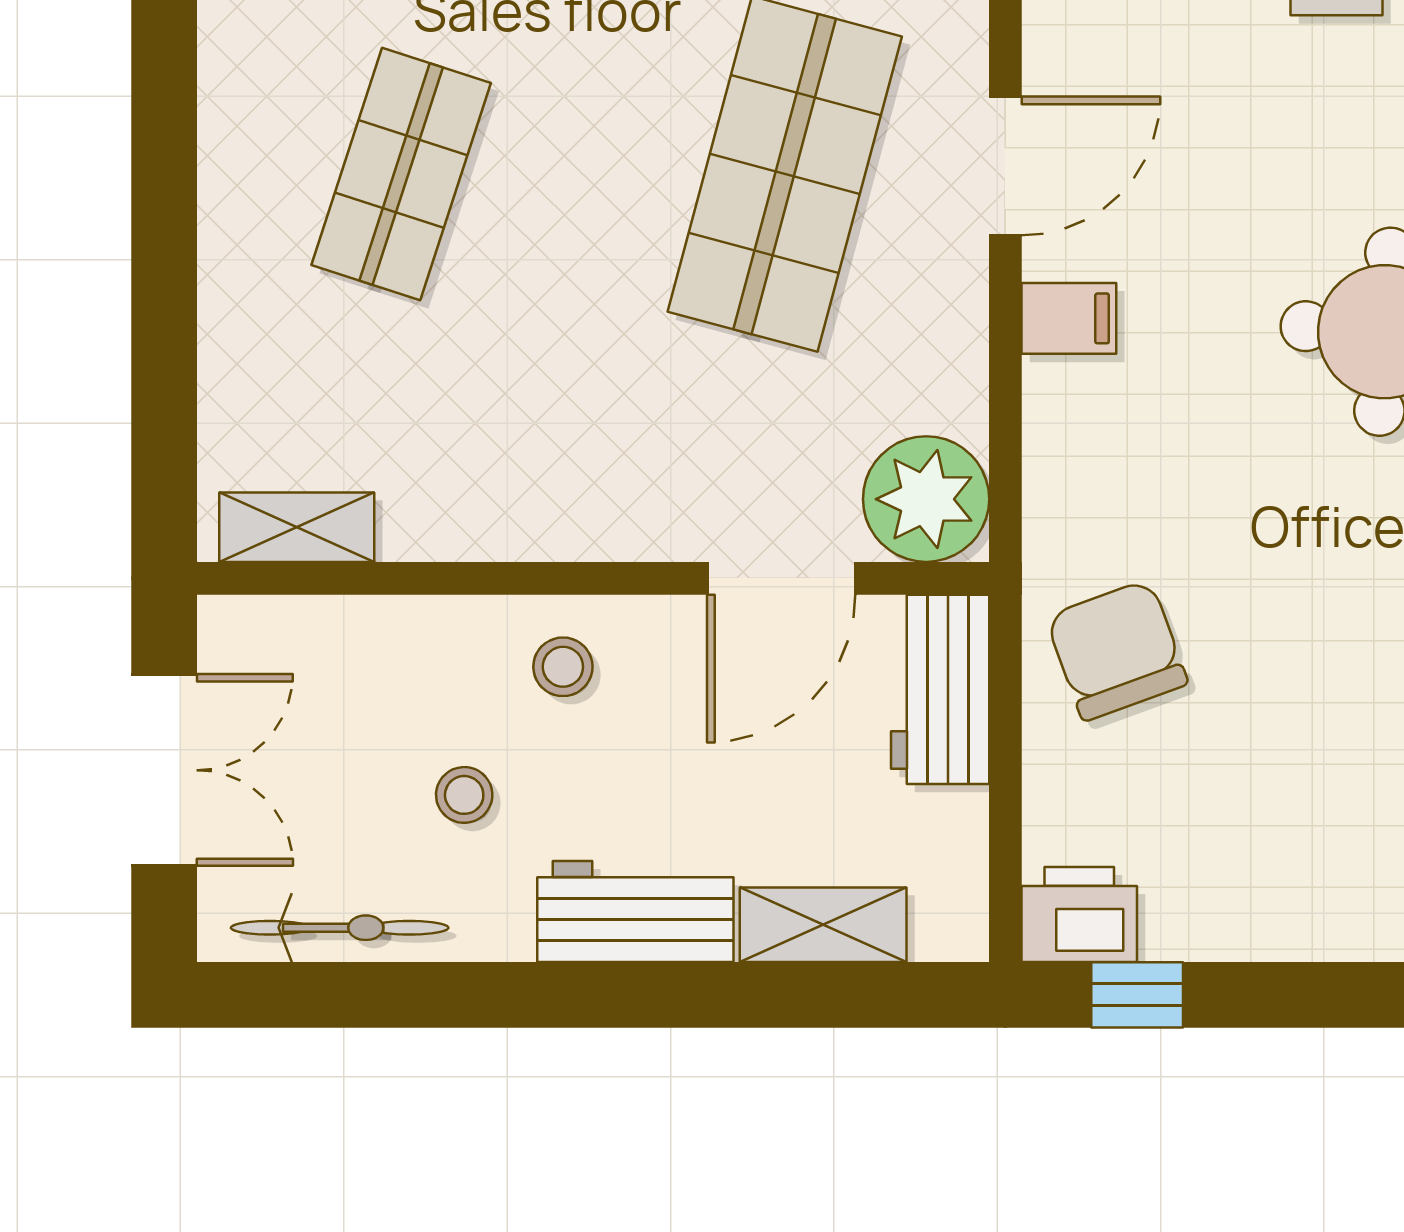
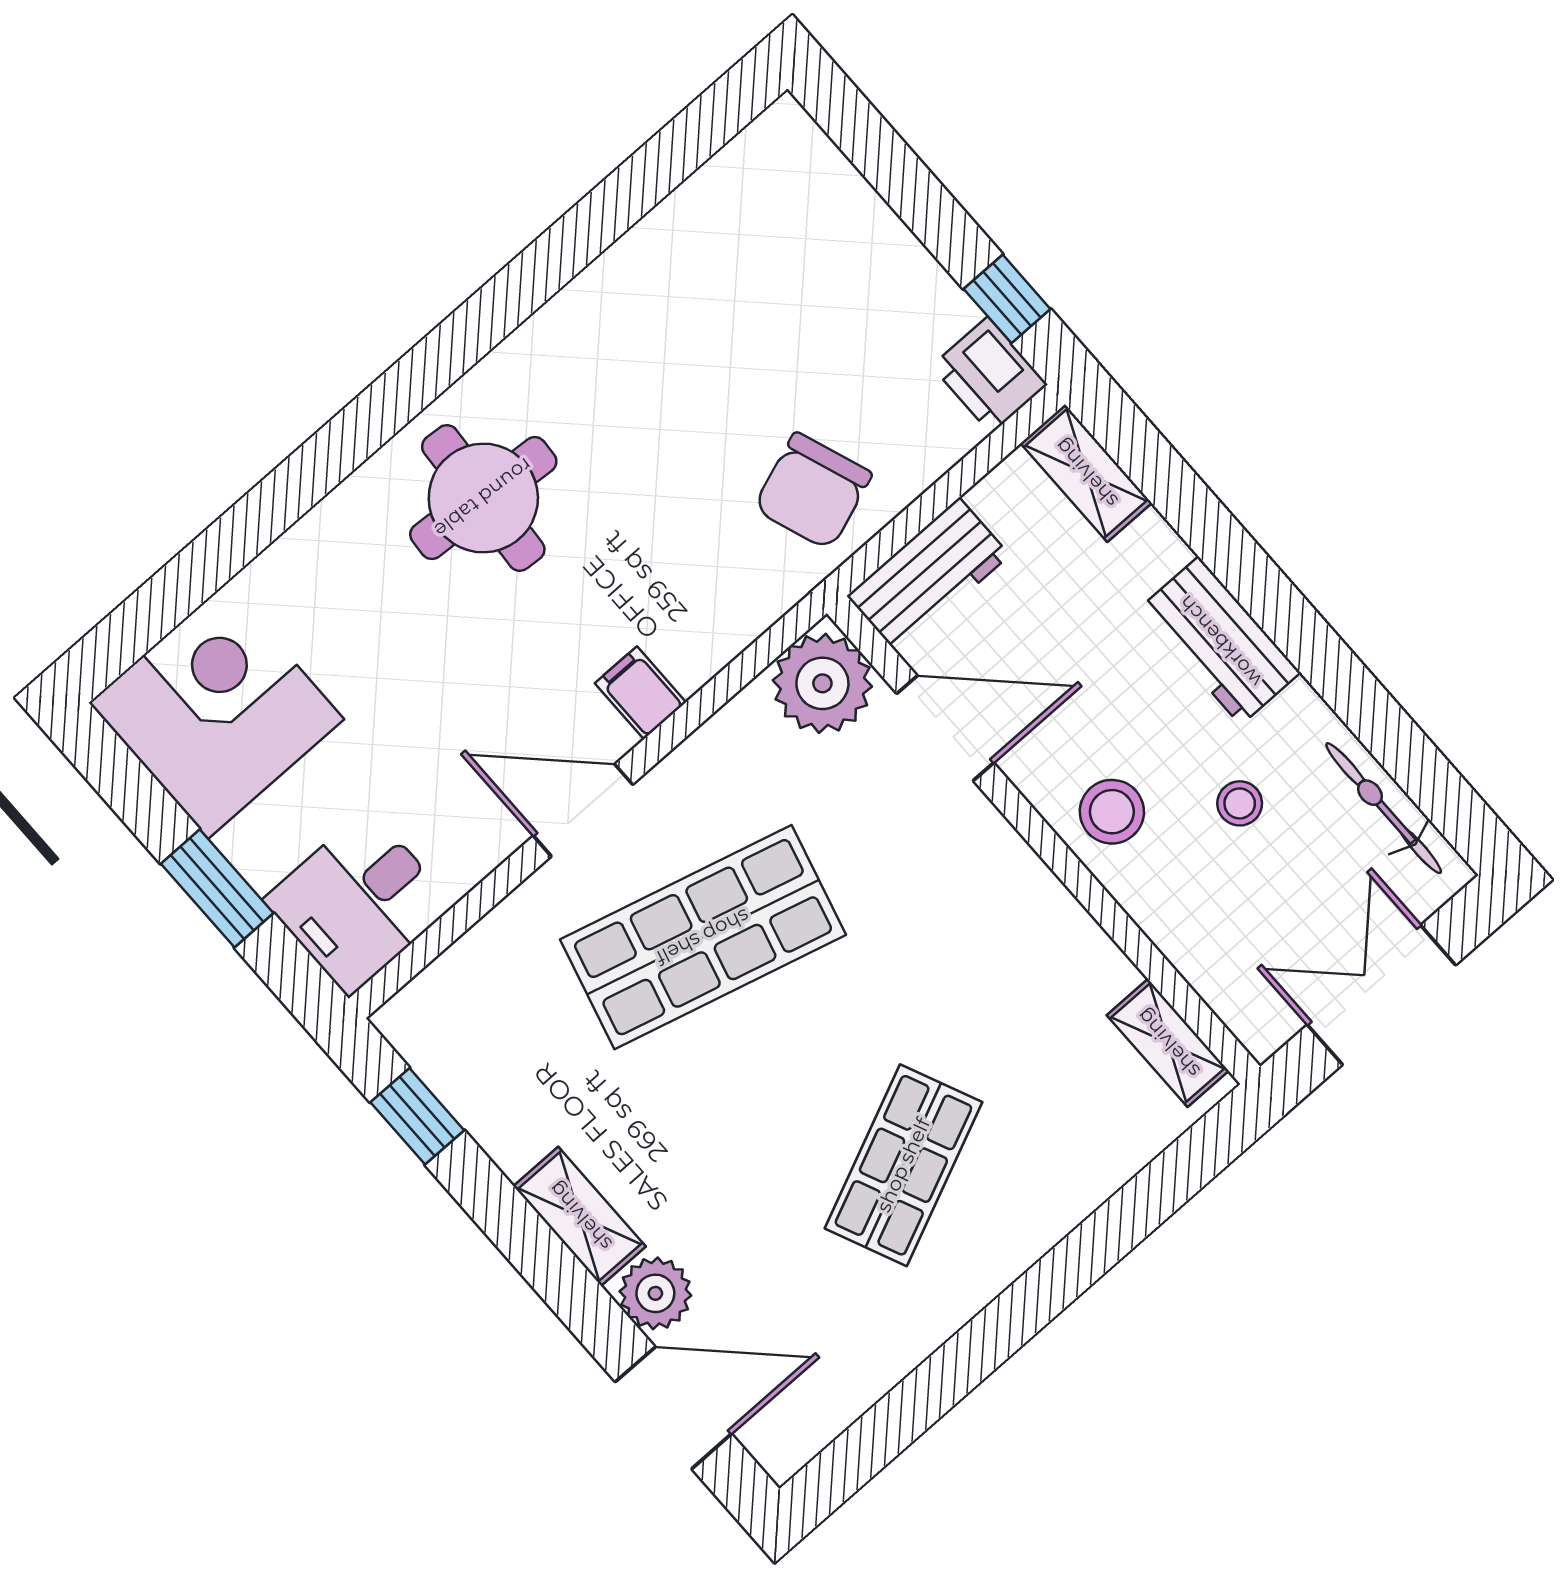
shop shelf: (401, 174) -> (903, 1165), turned -42
stool: (563, 667) -> (1112, 812), width x1.37, depth x1.37
shelving: (823, 925) -> (1086, 473), moved

